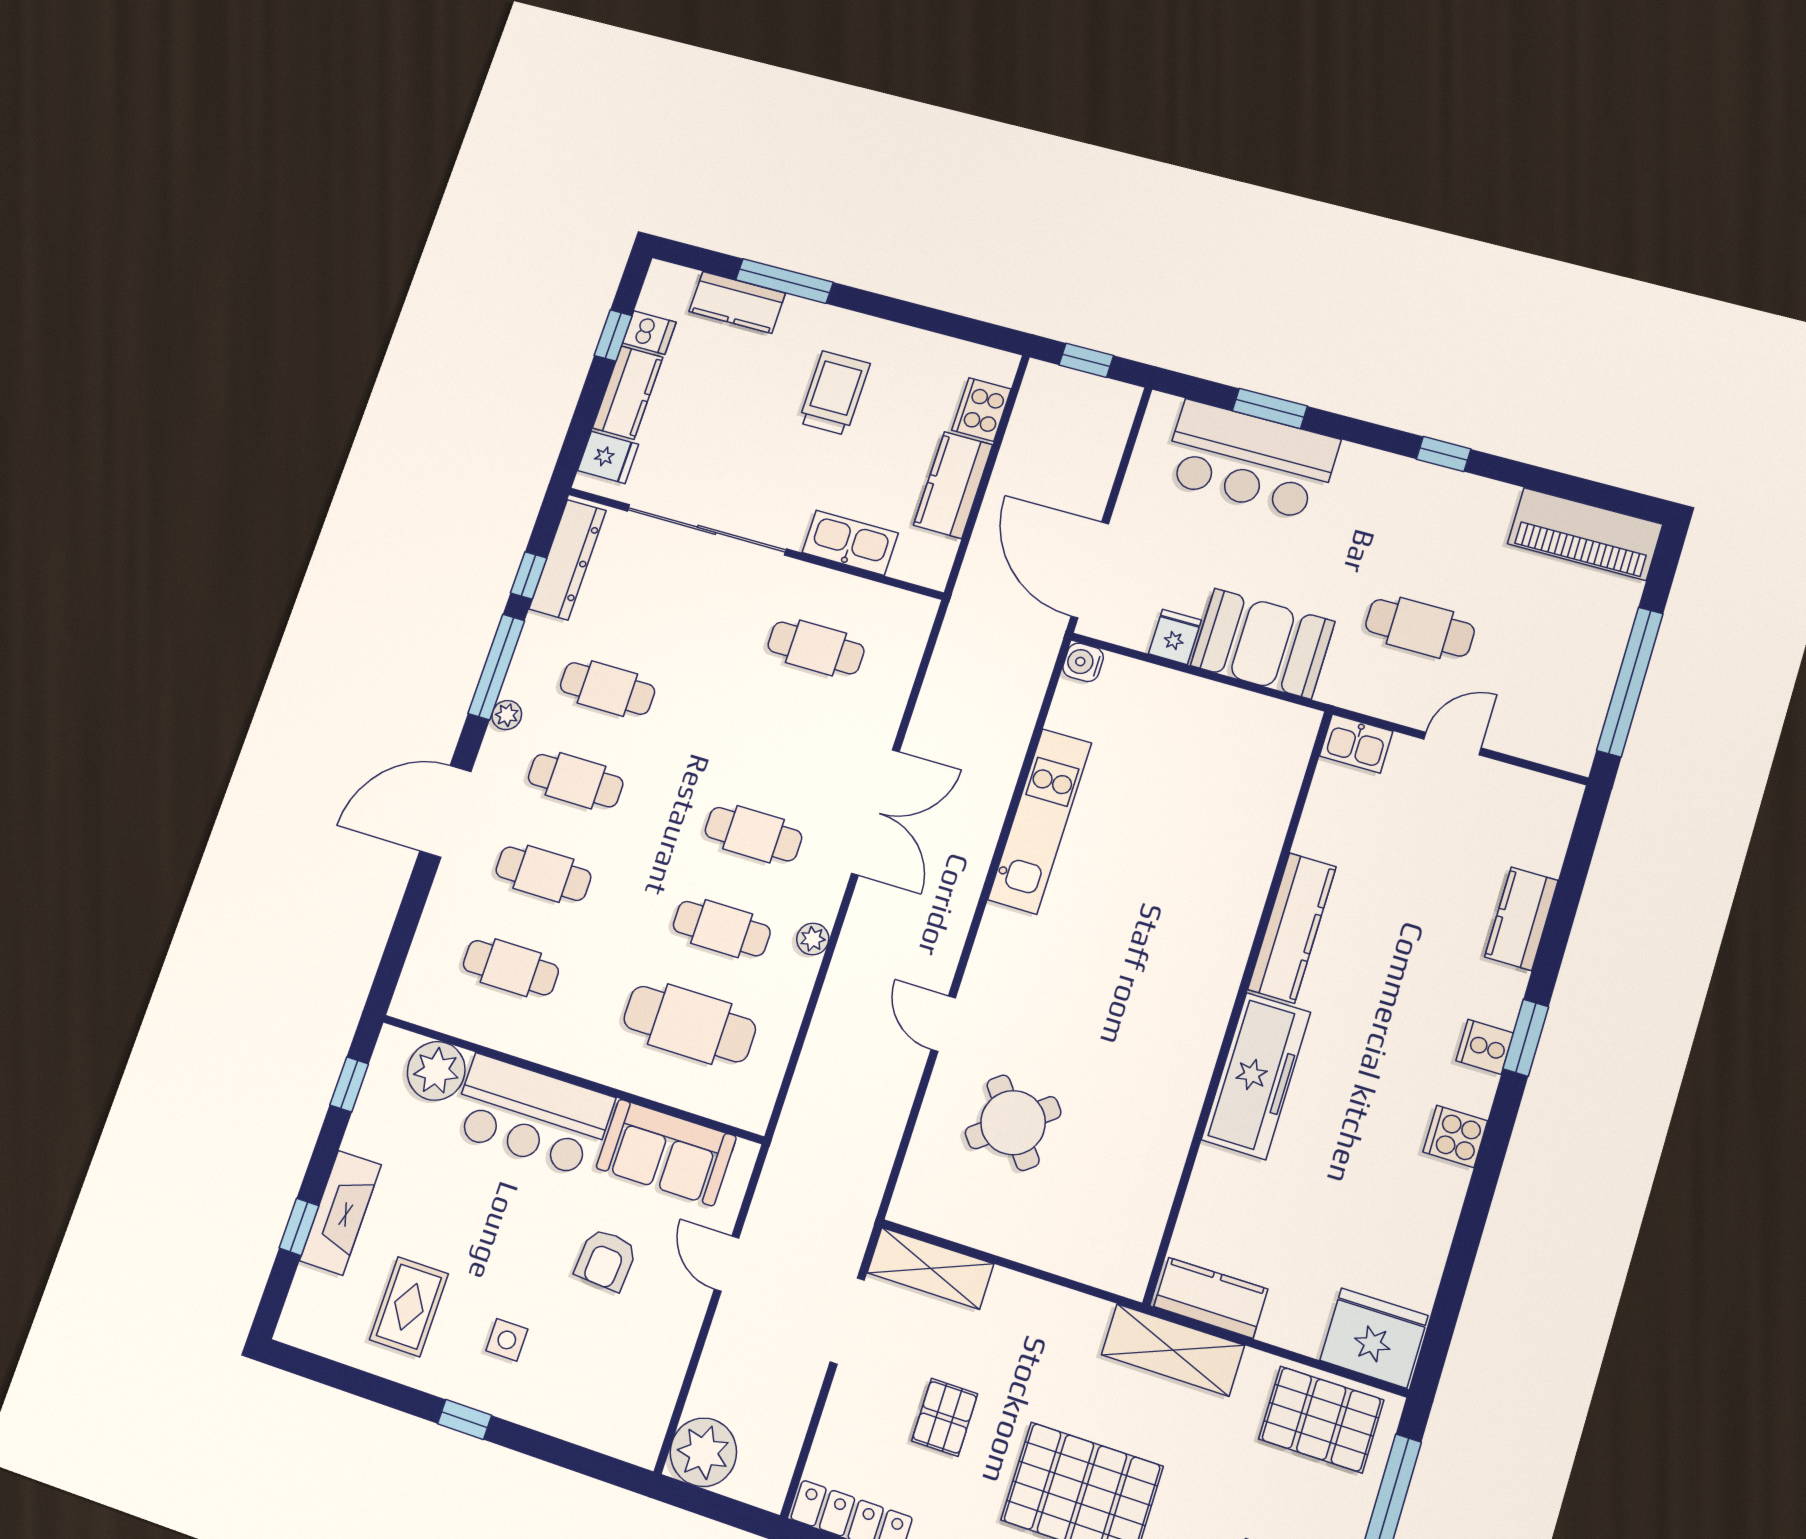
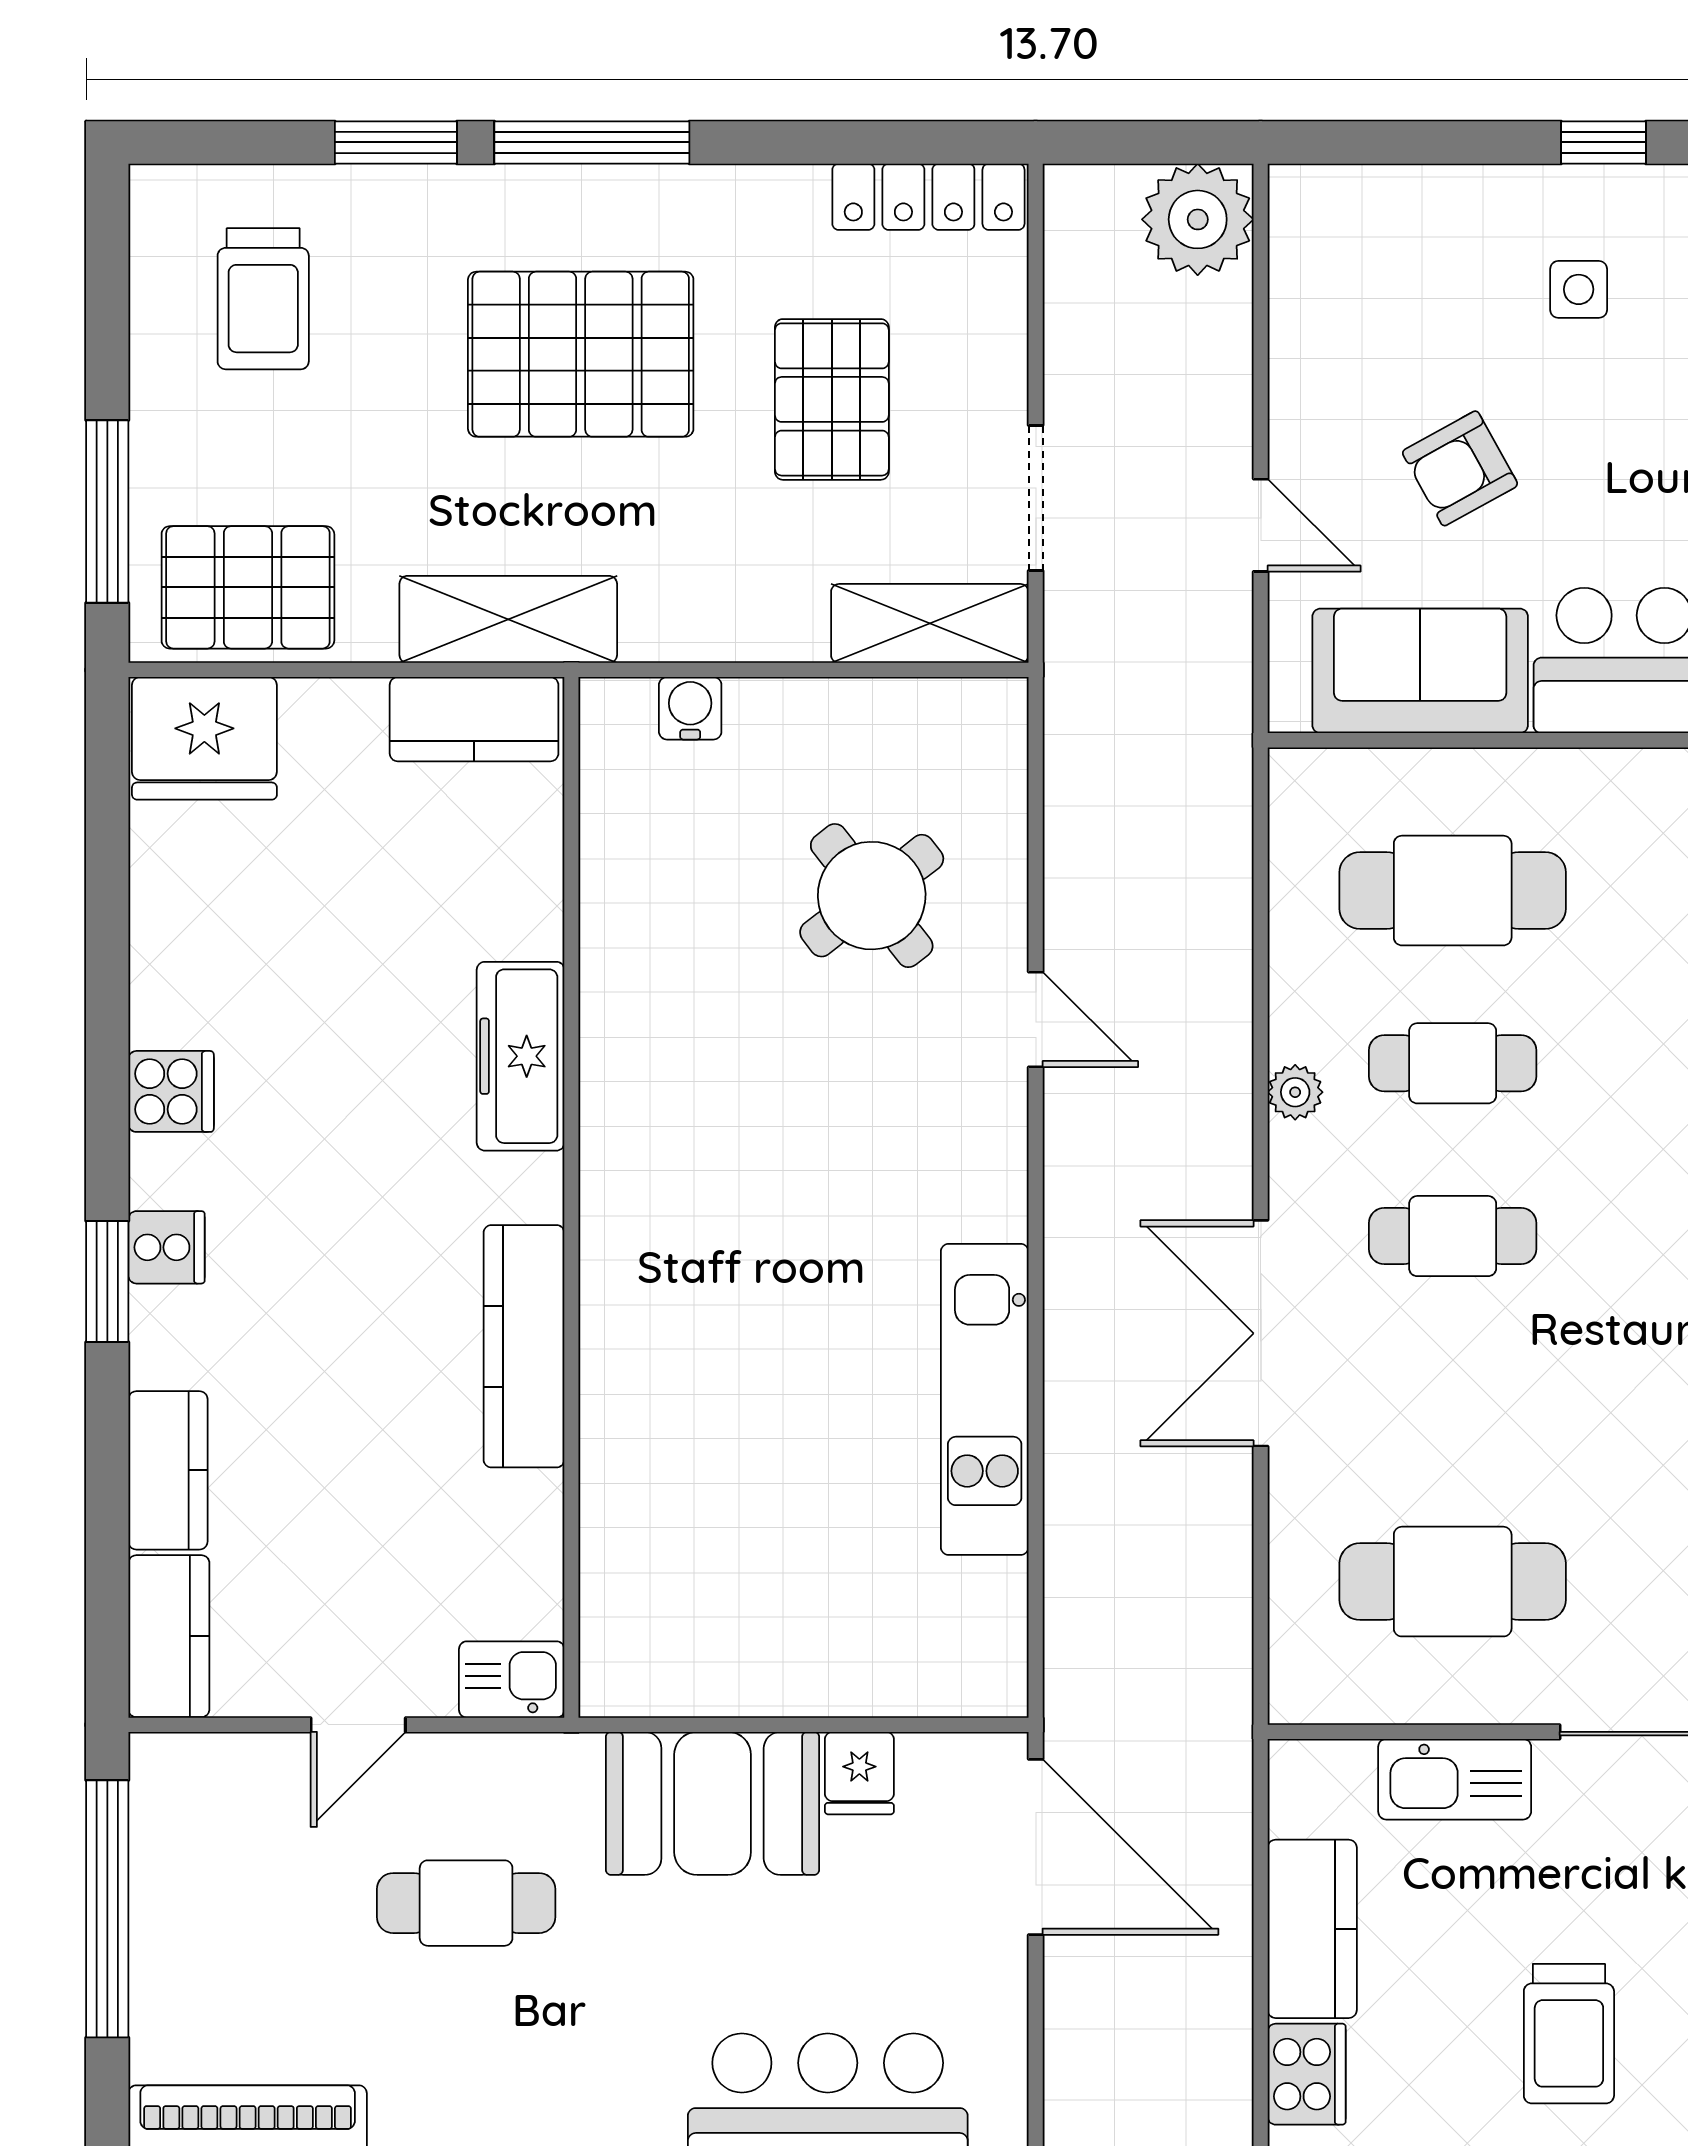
cafe table: (816, 648) -> (1453, 1582), width x1.37, depth x1.35
water cooler: (1083, 662) -> (690, 708), moved, turned -90
kitchen counter: (1549, 825) -> (169, 1636), added
freezer: (1256, 1076) -> (521, 1056), width x0.73, depth x0.79
armchair: (606, 1260) -> (1460, 468), turned -123
pallet: (945, 1417) -> (832, 399), width x1.50, depth x1.42

